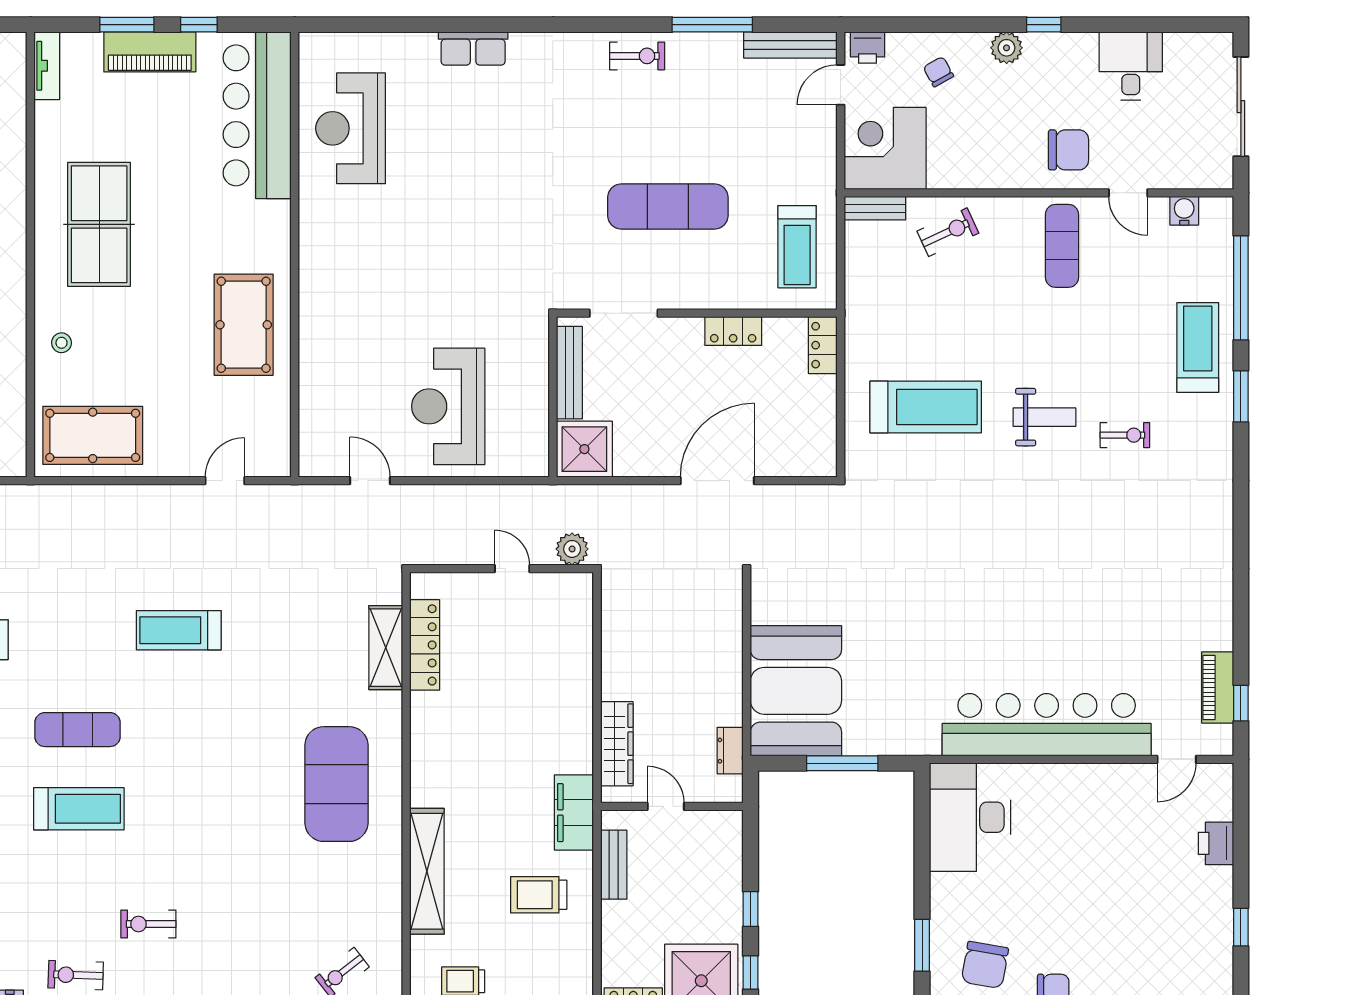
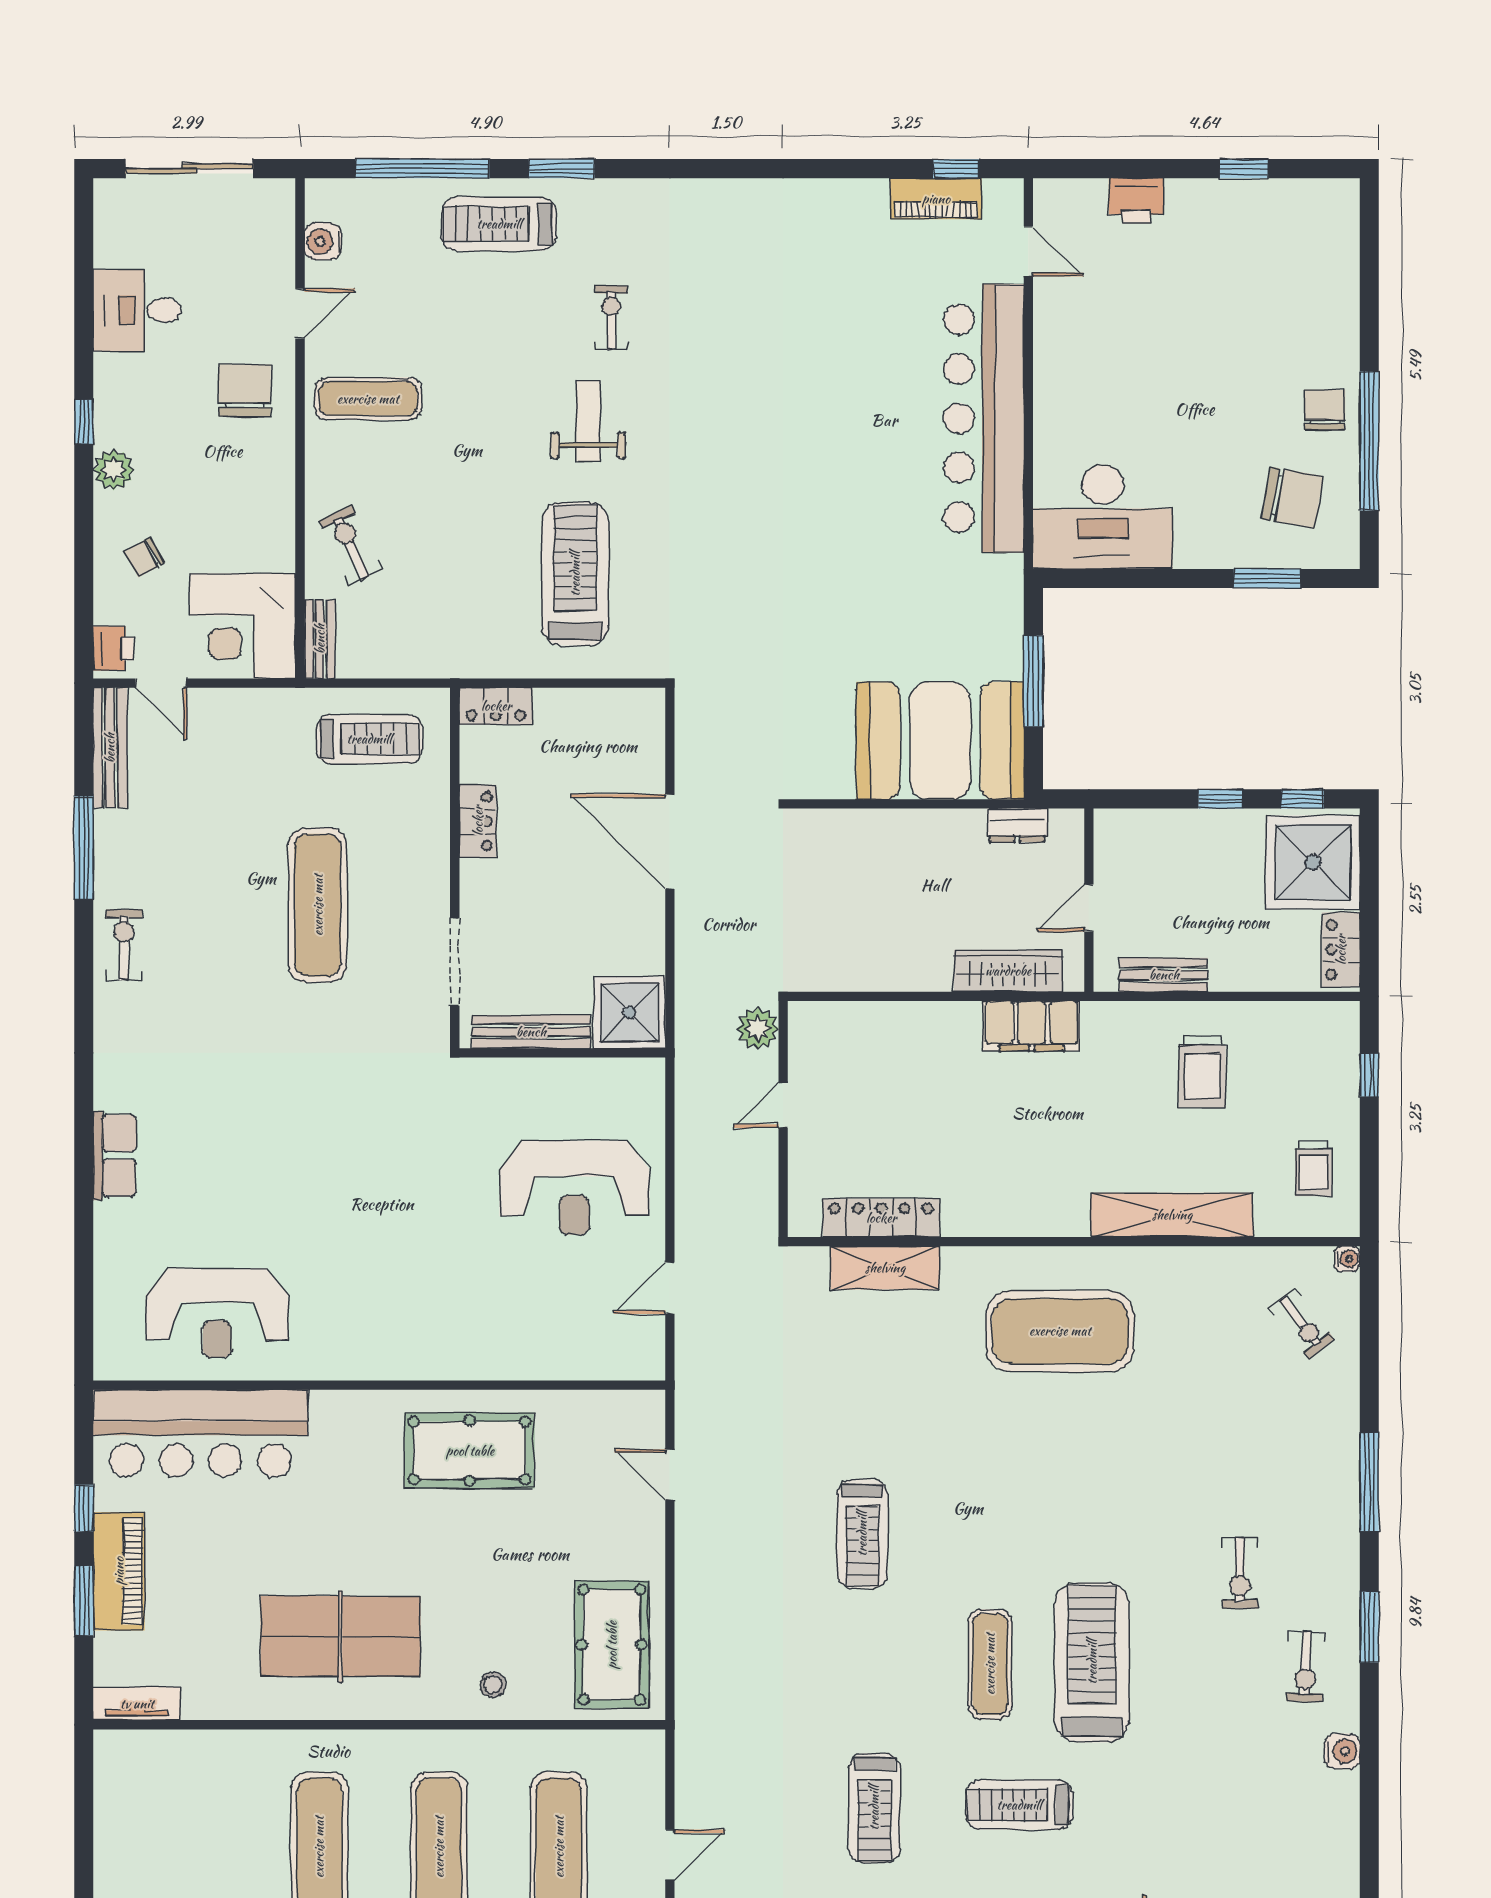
treadmill: (79, 809) -> (1092, 1662), width x1.37, depth x1.38
filing cabinet: (574, 813) -> (1032, 1026), moved

